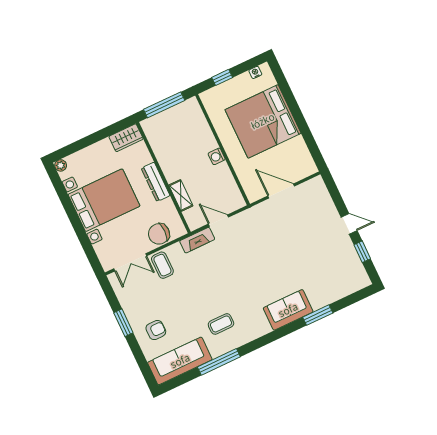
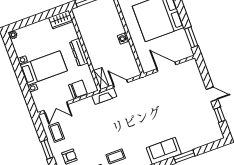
window: (312, 146) -> (191, 37), added
shelving: (181, 196) -> (101, 79), moved
bed with nightstands: (104, 200) -> (44, 68), width x0.73
chair: (159, 234) -> (78, 89), turned 180
coffee table: (162, 265) -> (56, 132), moved

